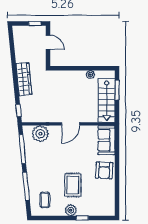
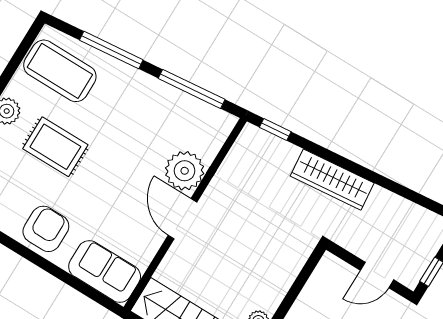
plant: (40, 134) -> (185, 171), moved
armchair: (104, 170) -> (46, 229), turned 87
coffee table: (45, 200) -> (60, 71), width x1.86, depth x1.72

